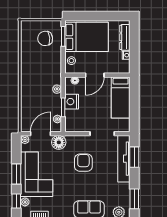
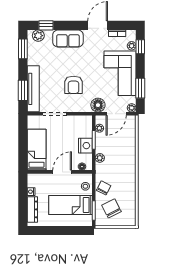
bed: (87, 37) -> (70, 205), width x0.67
chair: (45, 38) -> (112, 208), turned -111
chair: (53, 59) -> (104, 188), added
window: (16, 174) -> (140, 88), moved

